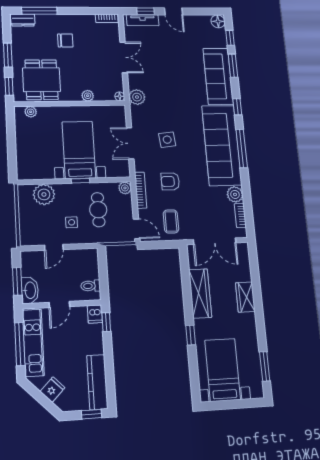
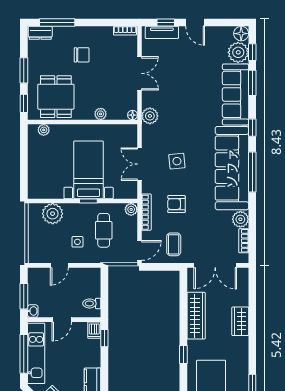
plant: (217, 38) -> (238, 52), added
door: (137, 229) -> (139, 250), hinge flipped
washbasin: (30, 290) -> (33, 311), width x0.52, depth x0.69

